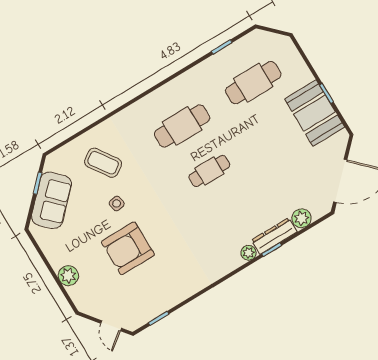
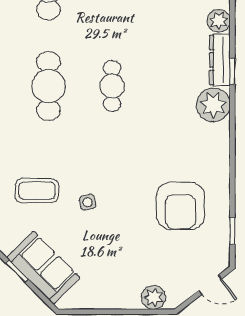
coffee table: (103, 163) -> (37, 191), turned 34
armchair: (128, 248) -> (181, 206), moved
plant: (249, 253) -> (213, 105), width x1.88, depth x1.88
plant: (68, 276) -> (154, 297), moved

